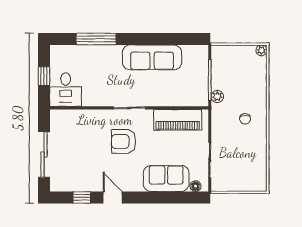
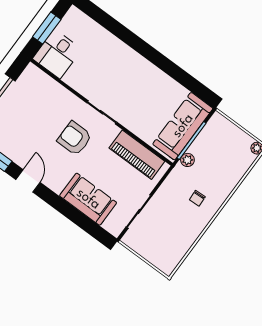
window: (96, 39) -> (117, 29), removed
sofa: (152, 57) -> (183, 126), moved, turned 90
window: (44, 76) -> (47, 28), width x1.50
floor lamp: (195, 186) -> (109, 225), removed

